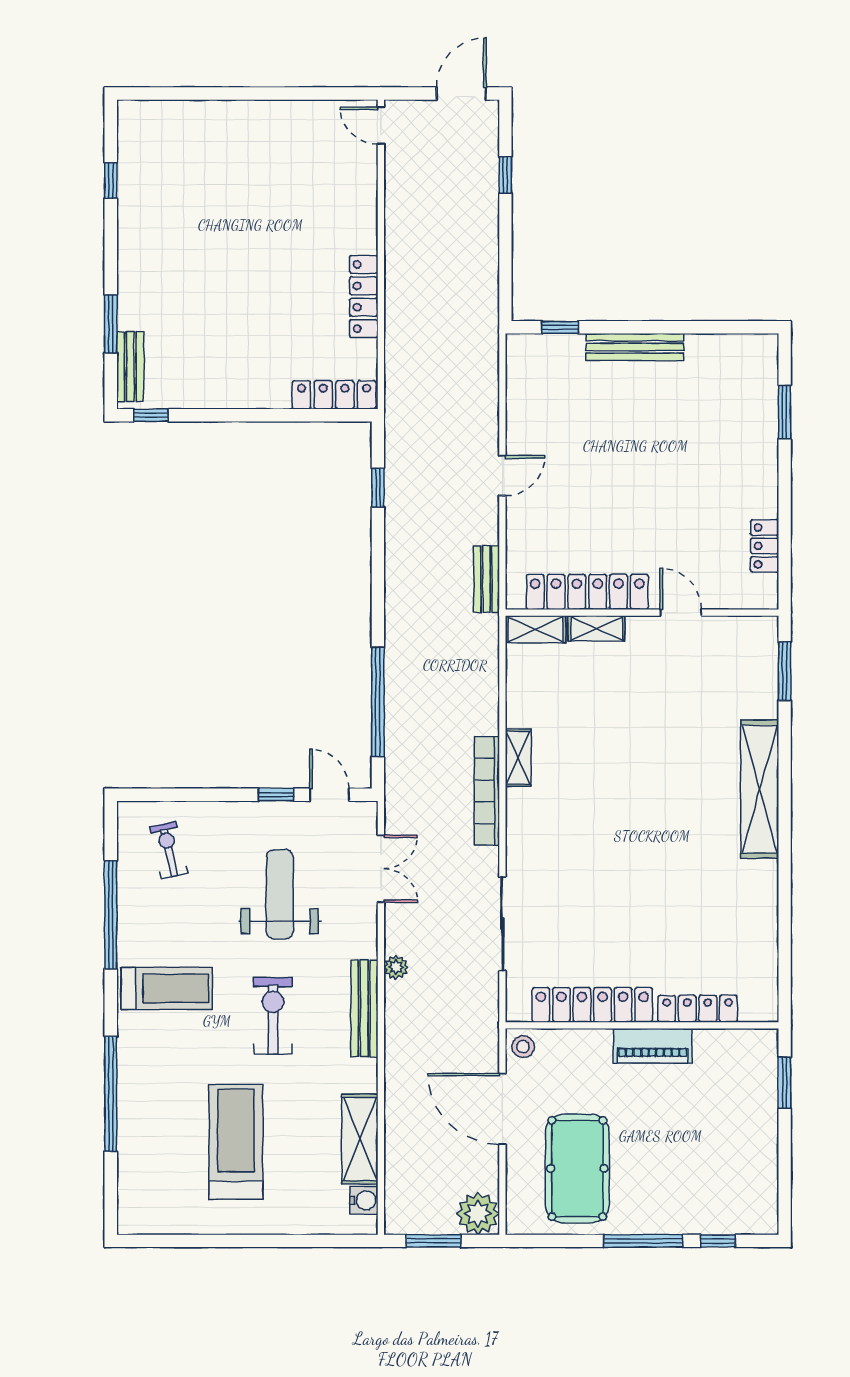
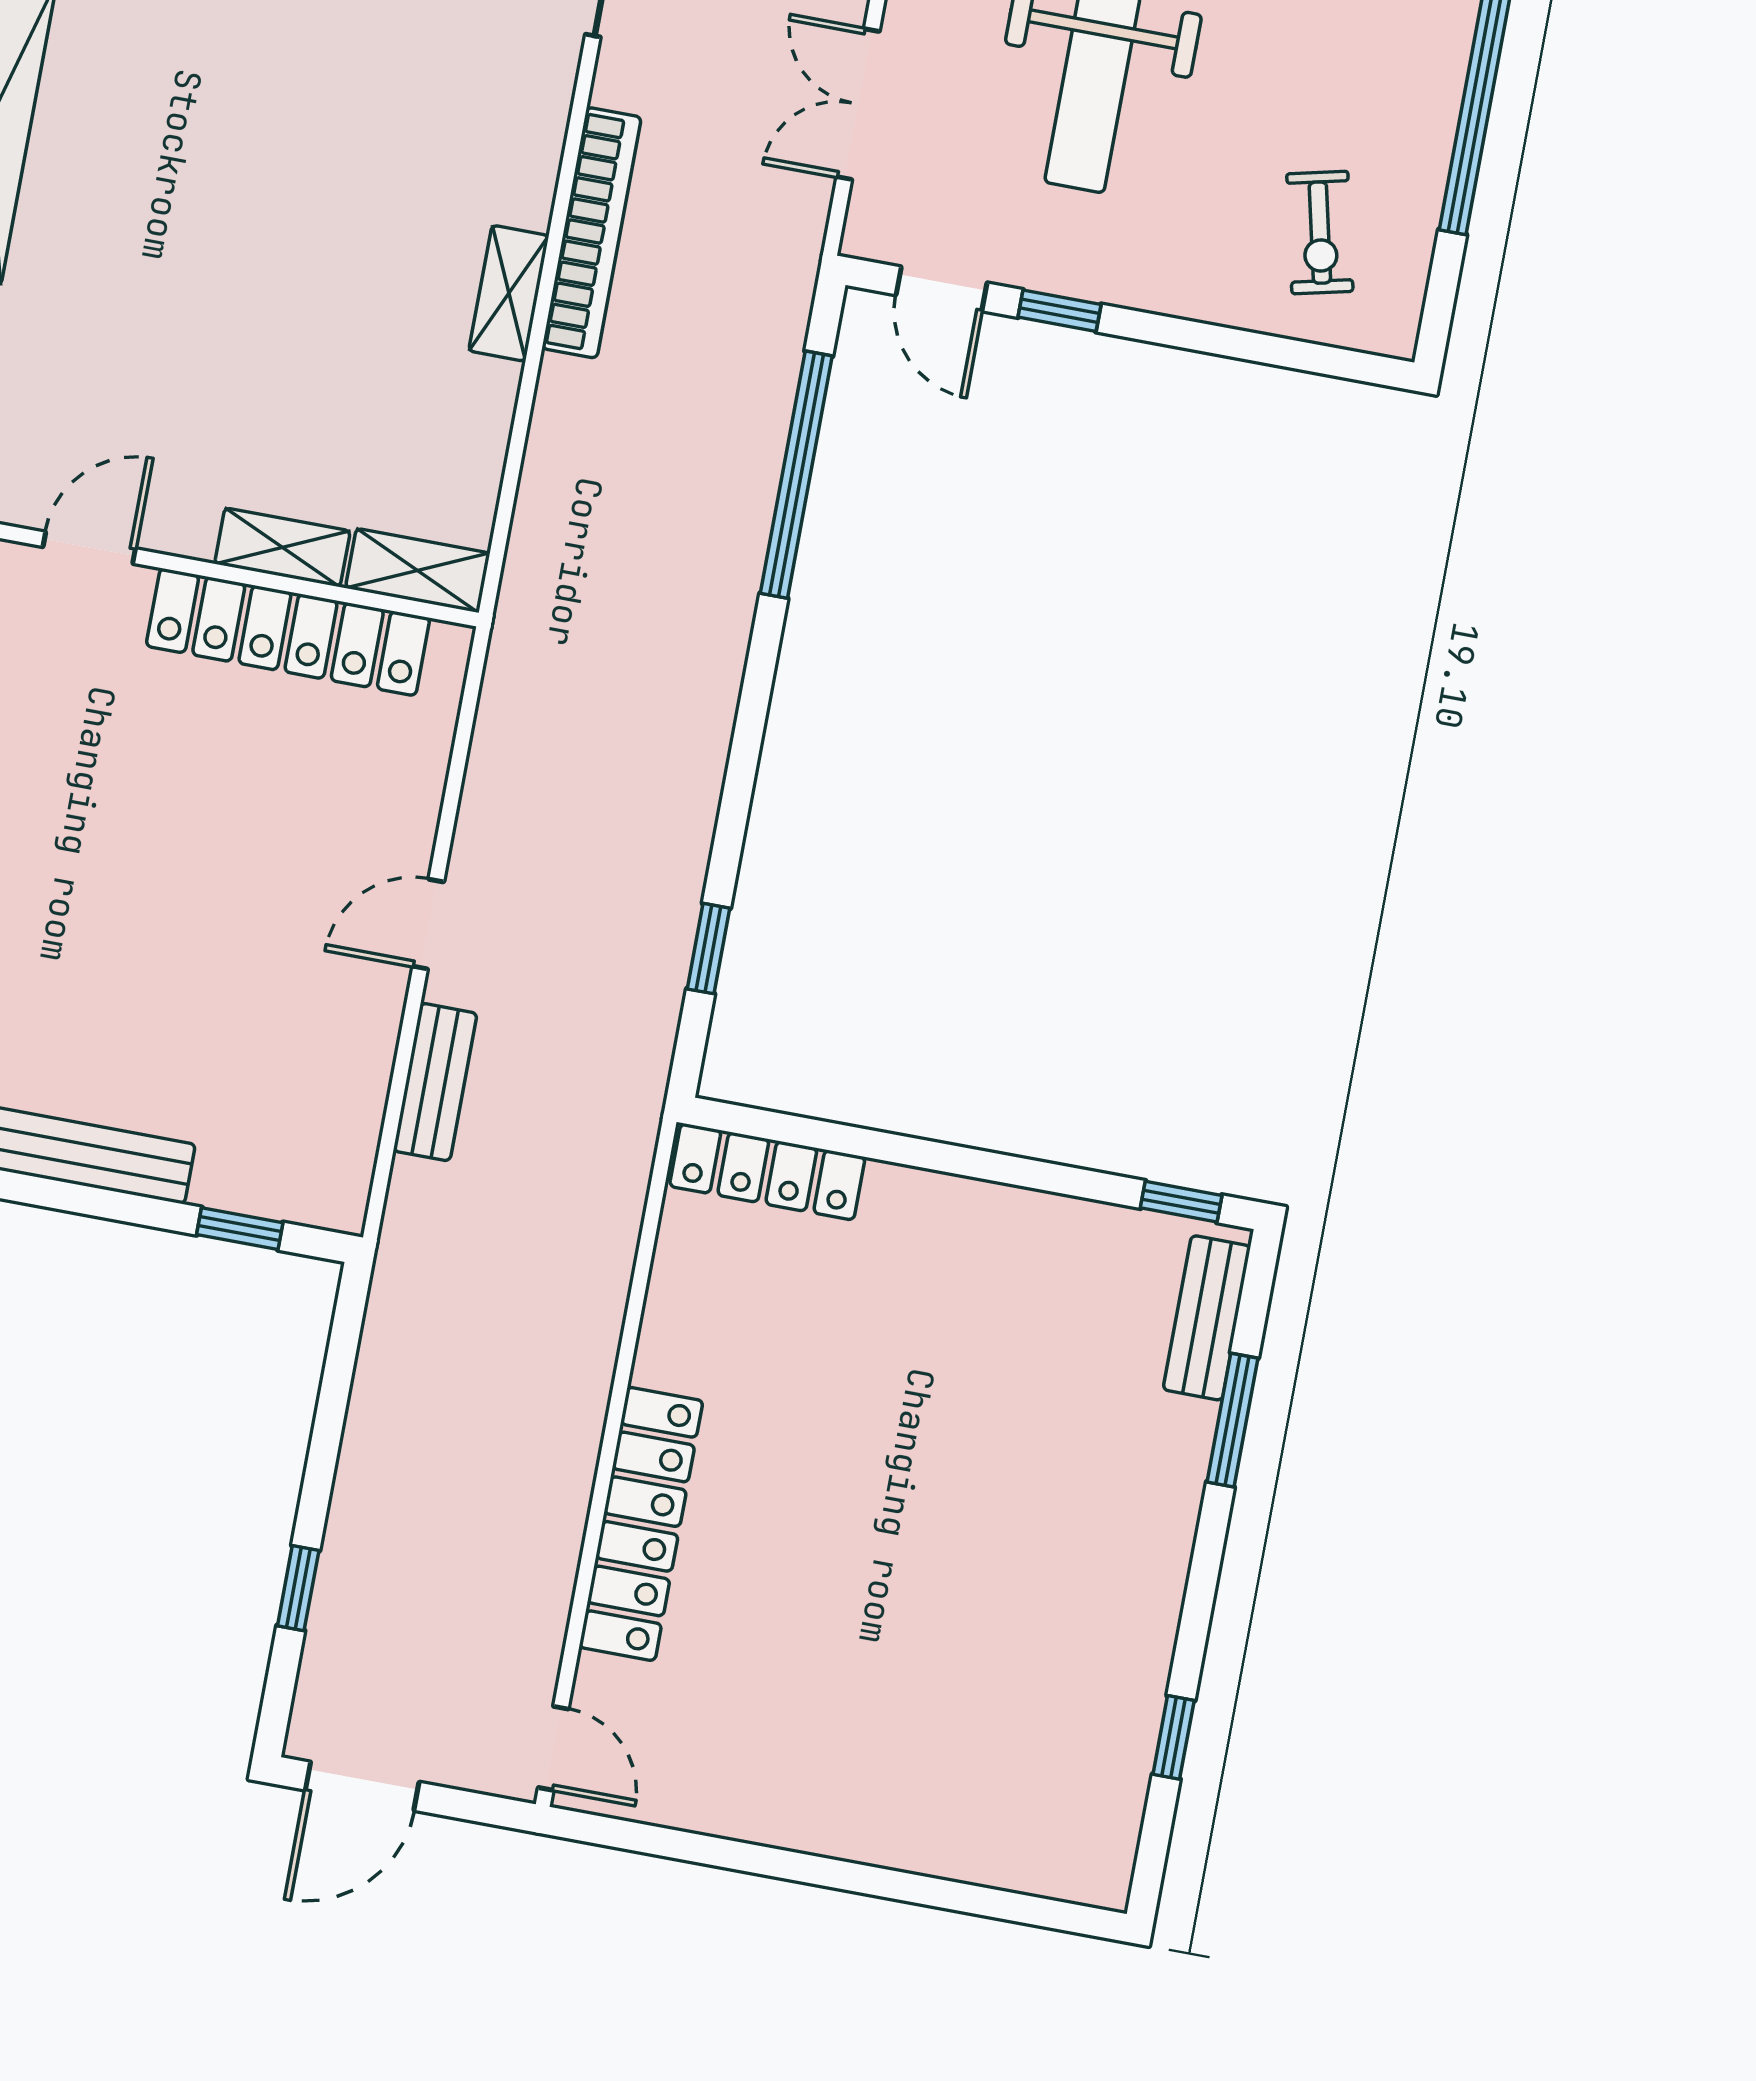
locker: (364, 297) -> (641, 1524), moved, width x1.41, depth x1.21
bench: (486, 579) -> (435, 1082), moved
door: (681, 613) -> (89, 548), swing flipped

